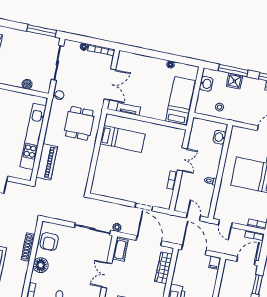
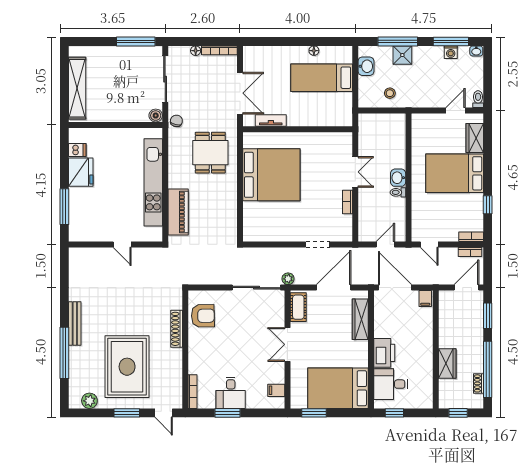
boiler: (27, 84) -> (156, 116), moved
bed: (180, 101) -> (322, 78), moved, turned -90
washbasin: (220, 137) -> (398, 178), moved
bed: (123, 139) -> (271, 175), width x2.04
door: (193, 217) -> (385, 244), hinge flipped
armchair: (49, 241) -> (203, 316), turned -91
door: (149, 241) -> (334, 288), hinge flipped
floor lamp: (41, 265) -> (198, 349), removed

